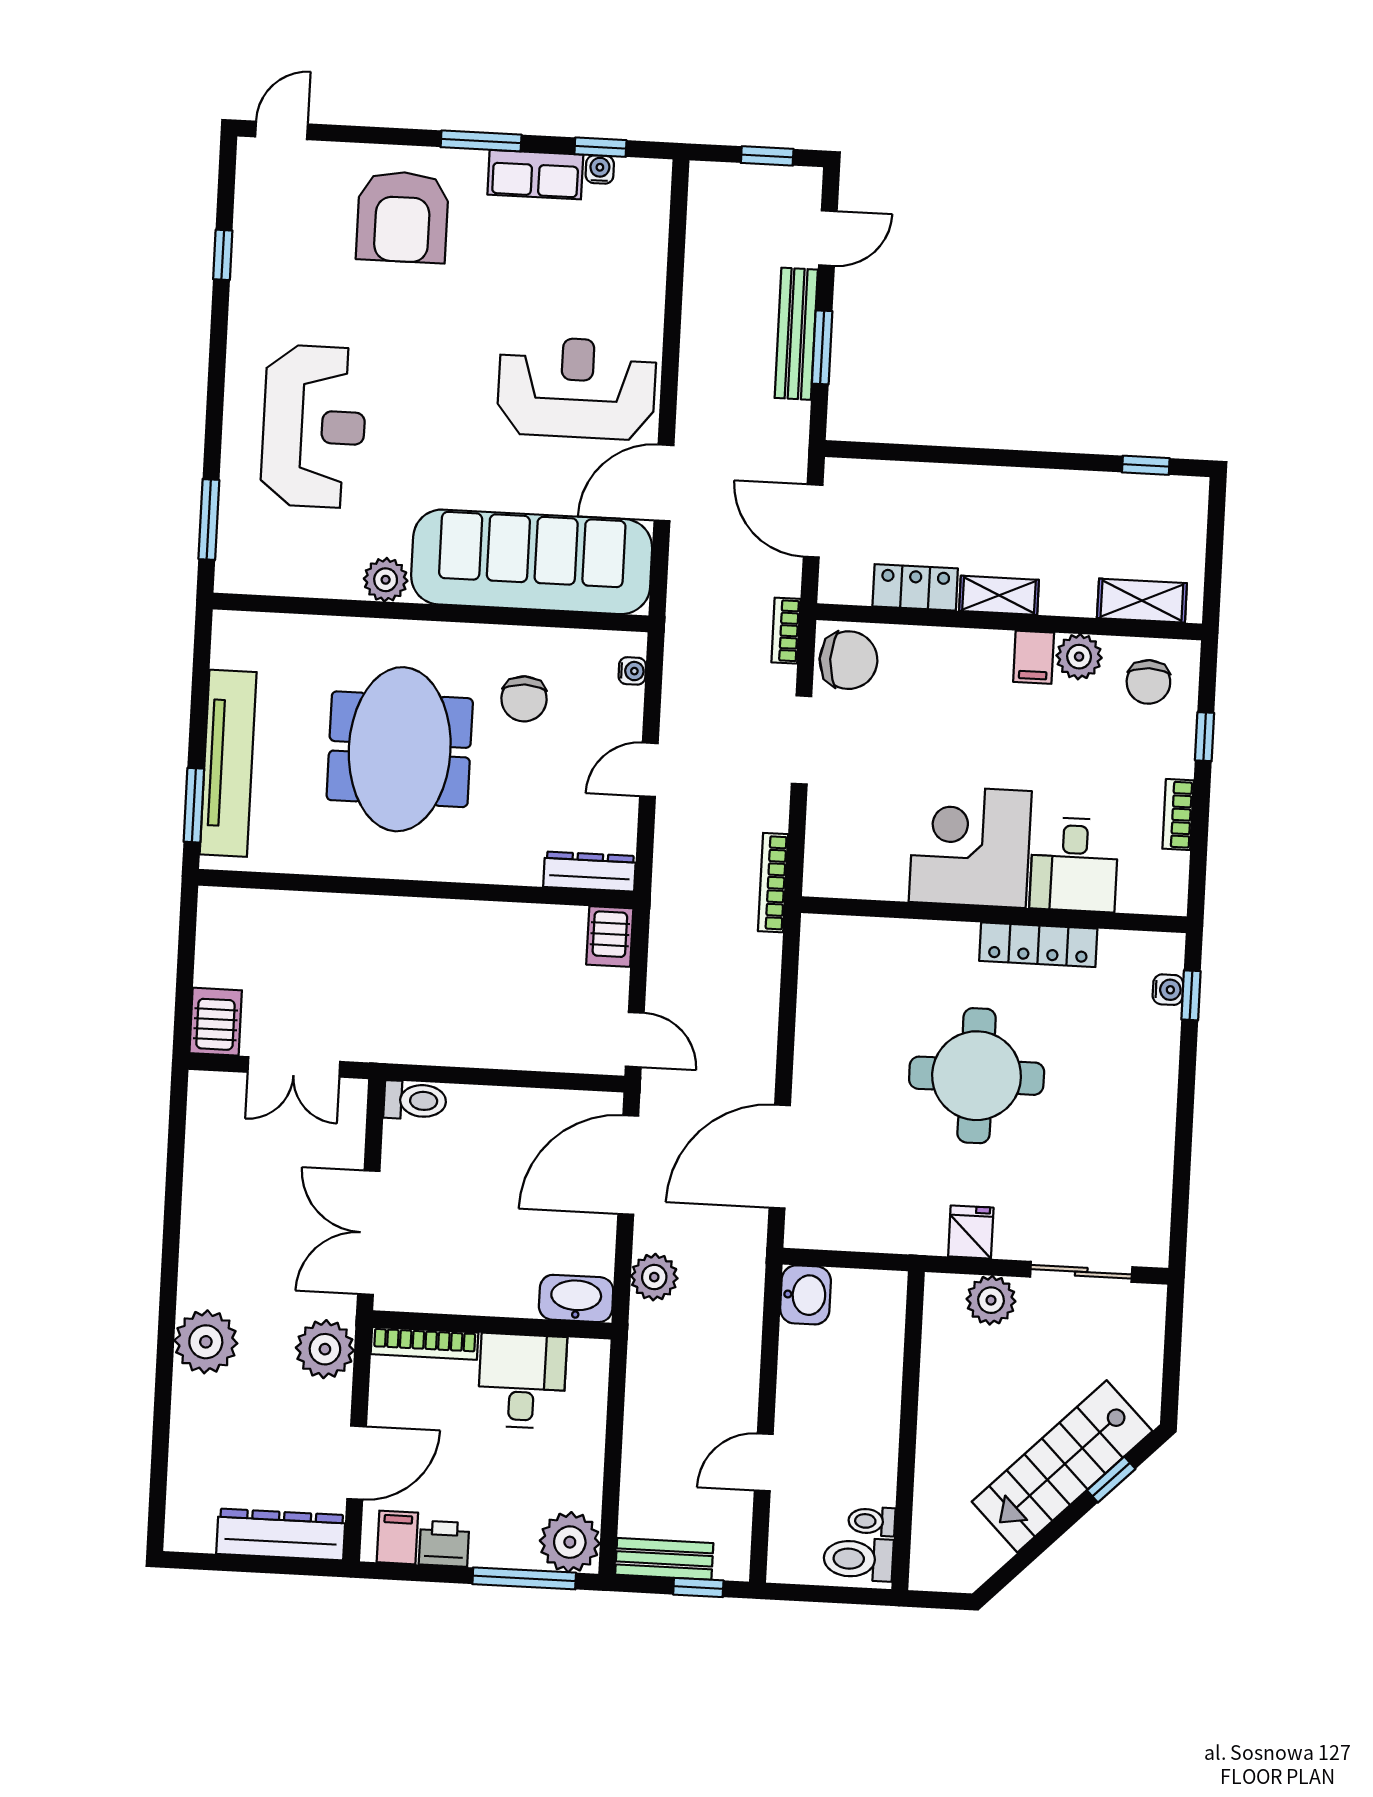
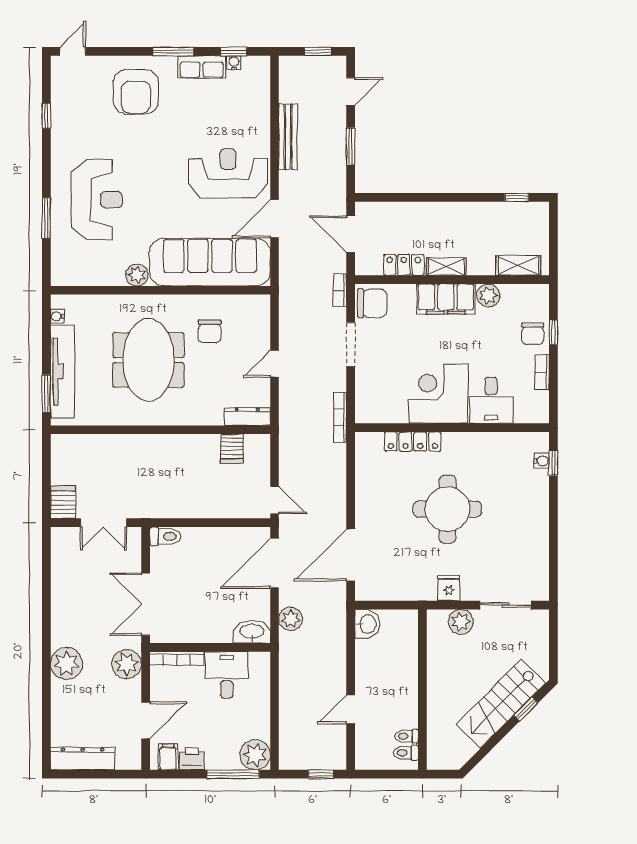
bench: (796, 334) -> (288, 137), moved
window: (209, 519) -> (46, 218), moved
filing cabinet: (1034, 657) -> (446, 299), width x3.00, depth x1.17
water cooler: (632, 671) -> (57, 316), moved, turned 180
chair: (1148, 682) -> (533, 334), moved
server rack: (610, 936) -> (232, 449), moved
locker: (1038, 945) -> (413, 442), moved
dresser: (281, 1534) -> (83, 759), moved
bench: (664, 1559) -> (303, 761), removed
toilet: (858, 1559) -> (406, 753), width x0.73, depth x0.72

